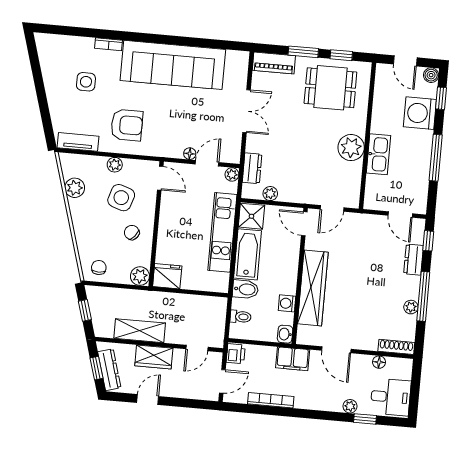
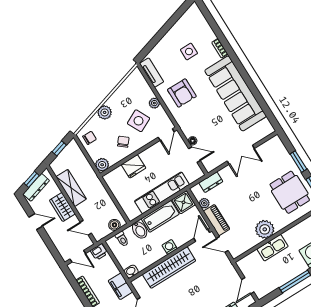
piano: (274, 63) -> (217, 220), moved, turned 180
plant: (232, 174) -> (199, 173), removed
plant: (75, 188) -> (105, 112), moved
side table: (121, 198) -> (139, 121), turned 45
fridge: (167, 276) -> (134, 166), moved, turned 90
washing machine: (287, 303) -> (170, 247), moved
boiler: (218, 313) -> (114, 225), added

